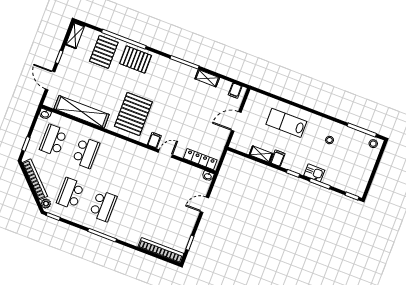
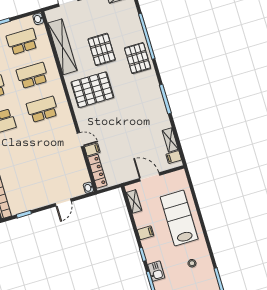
pallet: (104, 52) -> (102, 49), moved, turned 90
shelving: (207, 78) -> (170, 140), moved
lab bench: (286, 123) -> (179, 218), width x1.36, depth x1.39
filing cabinet: (154, 140) -> (92, 150), moved
school desk: (86, 153) -> (32, 75), turned 180
shelving: (261, 154) -> (134, 201), moved
school desk: (119, 165) -> (42, 109), added
door: (204, 205) -> (63, 202), swing flipped

